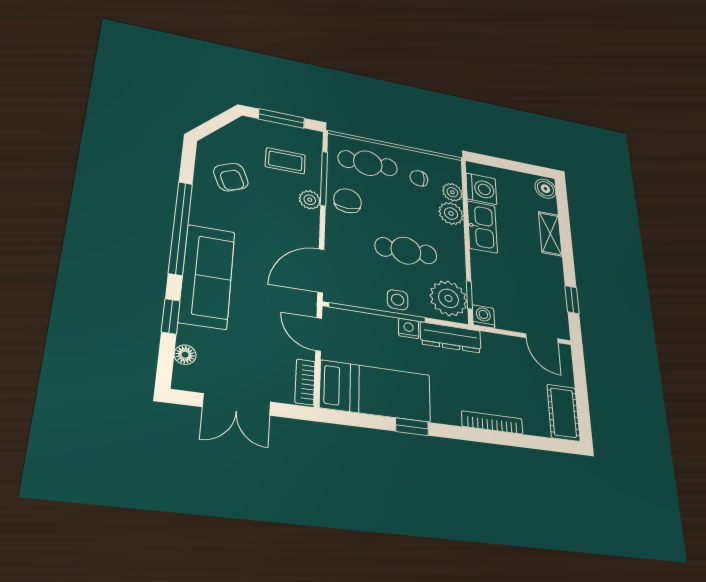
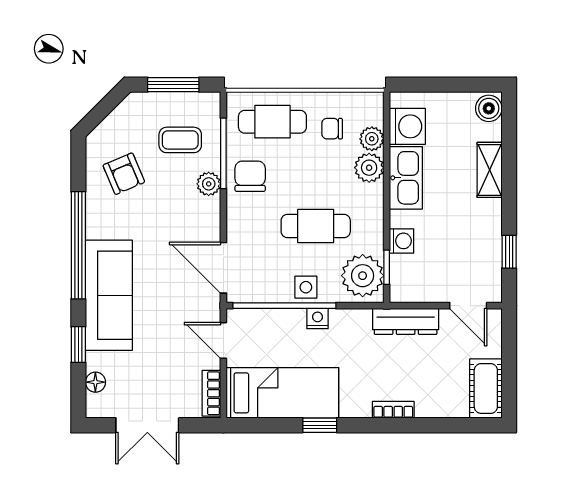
door: (321, 271) -> (223, 268), hinge flipped
washing machine: (483, 316) -> (402, 241), moved, turned 90
dresser: (451, 337) -> (406, 321), moved
bookcase: (492, 422) -> (393, 410), width x0.64

